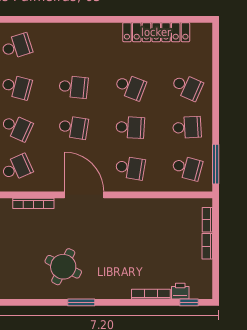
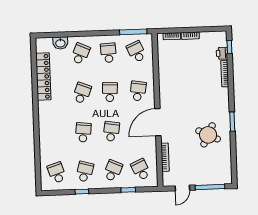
washbasin: (204, 59) -> (60, 43), added
school desk: (187, 168) -> (137, 52), turned -39

